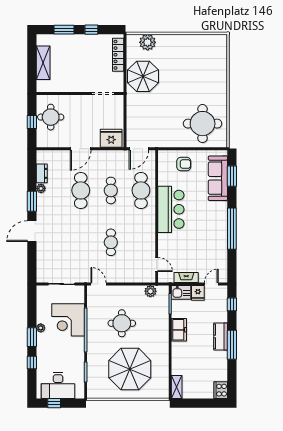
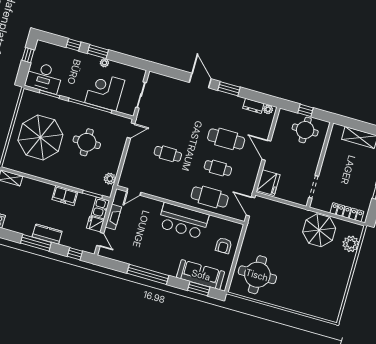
plant: (41, 188) -> (268, 109), moved
desk: (58, 386) -> (44, 77), moved, turned -90

